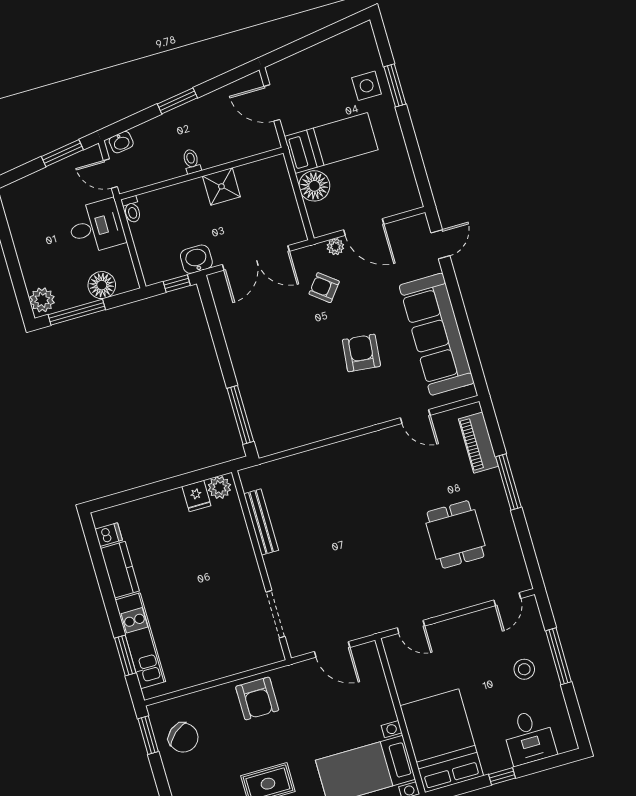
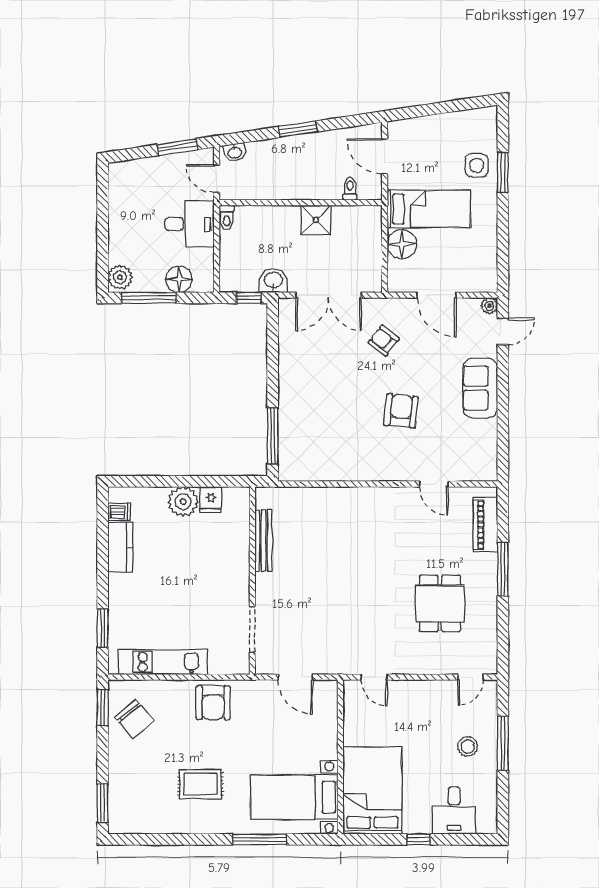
toilet: (192, 161) -> (350, 189), moved
plant: (335, 247) -> (489, 306), moved
sofa: (437, 334) -> (480, 388), width x0.54, depth x0.79
plant: (219, 487) -> (183, 502), moved, width x1.36, depth x1.36
kitchen unit: (140, 641) -> (163, 662), moved, turned -90

